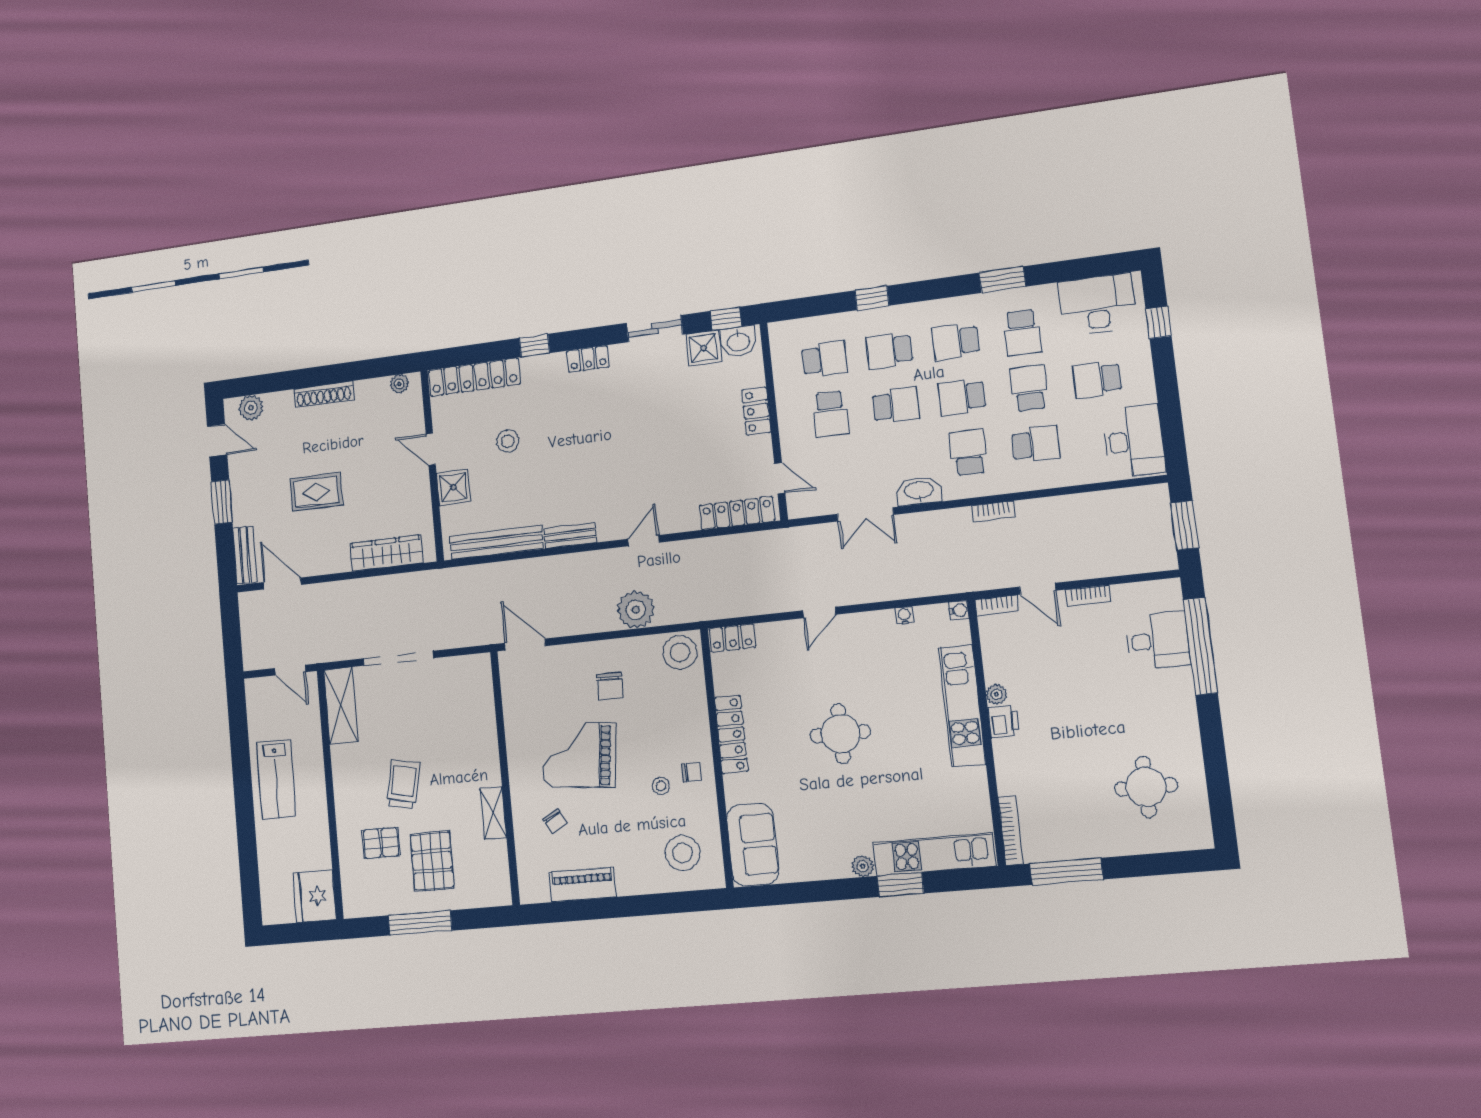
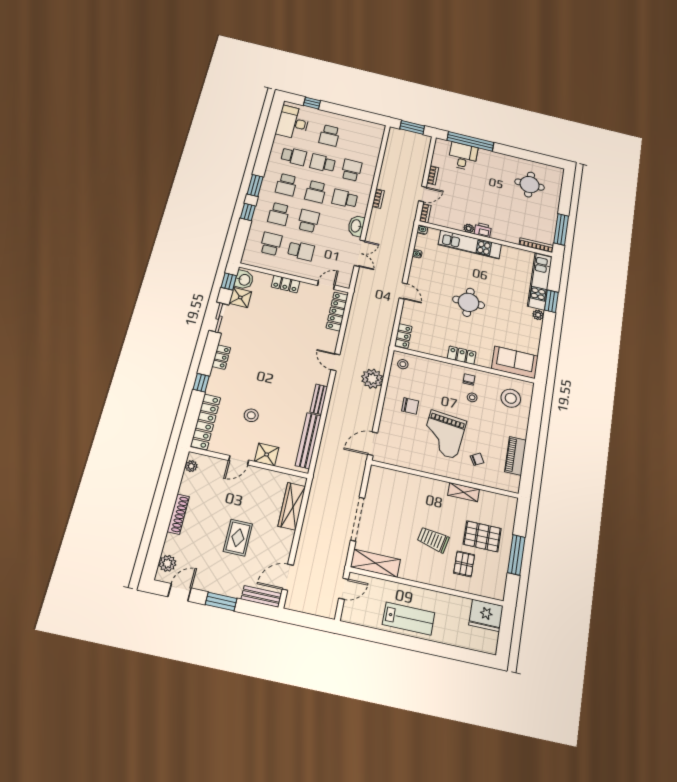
window: (1002, 280) -> (255, 185), moved
desk: (1134, 441) -> (365, 132), removed
stool: (680, 652) -> (403, 364), width x0.53, depth x0.53
locker: (731, 734) -> (462, 355), width x0.66

